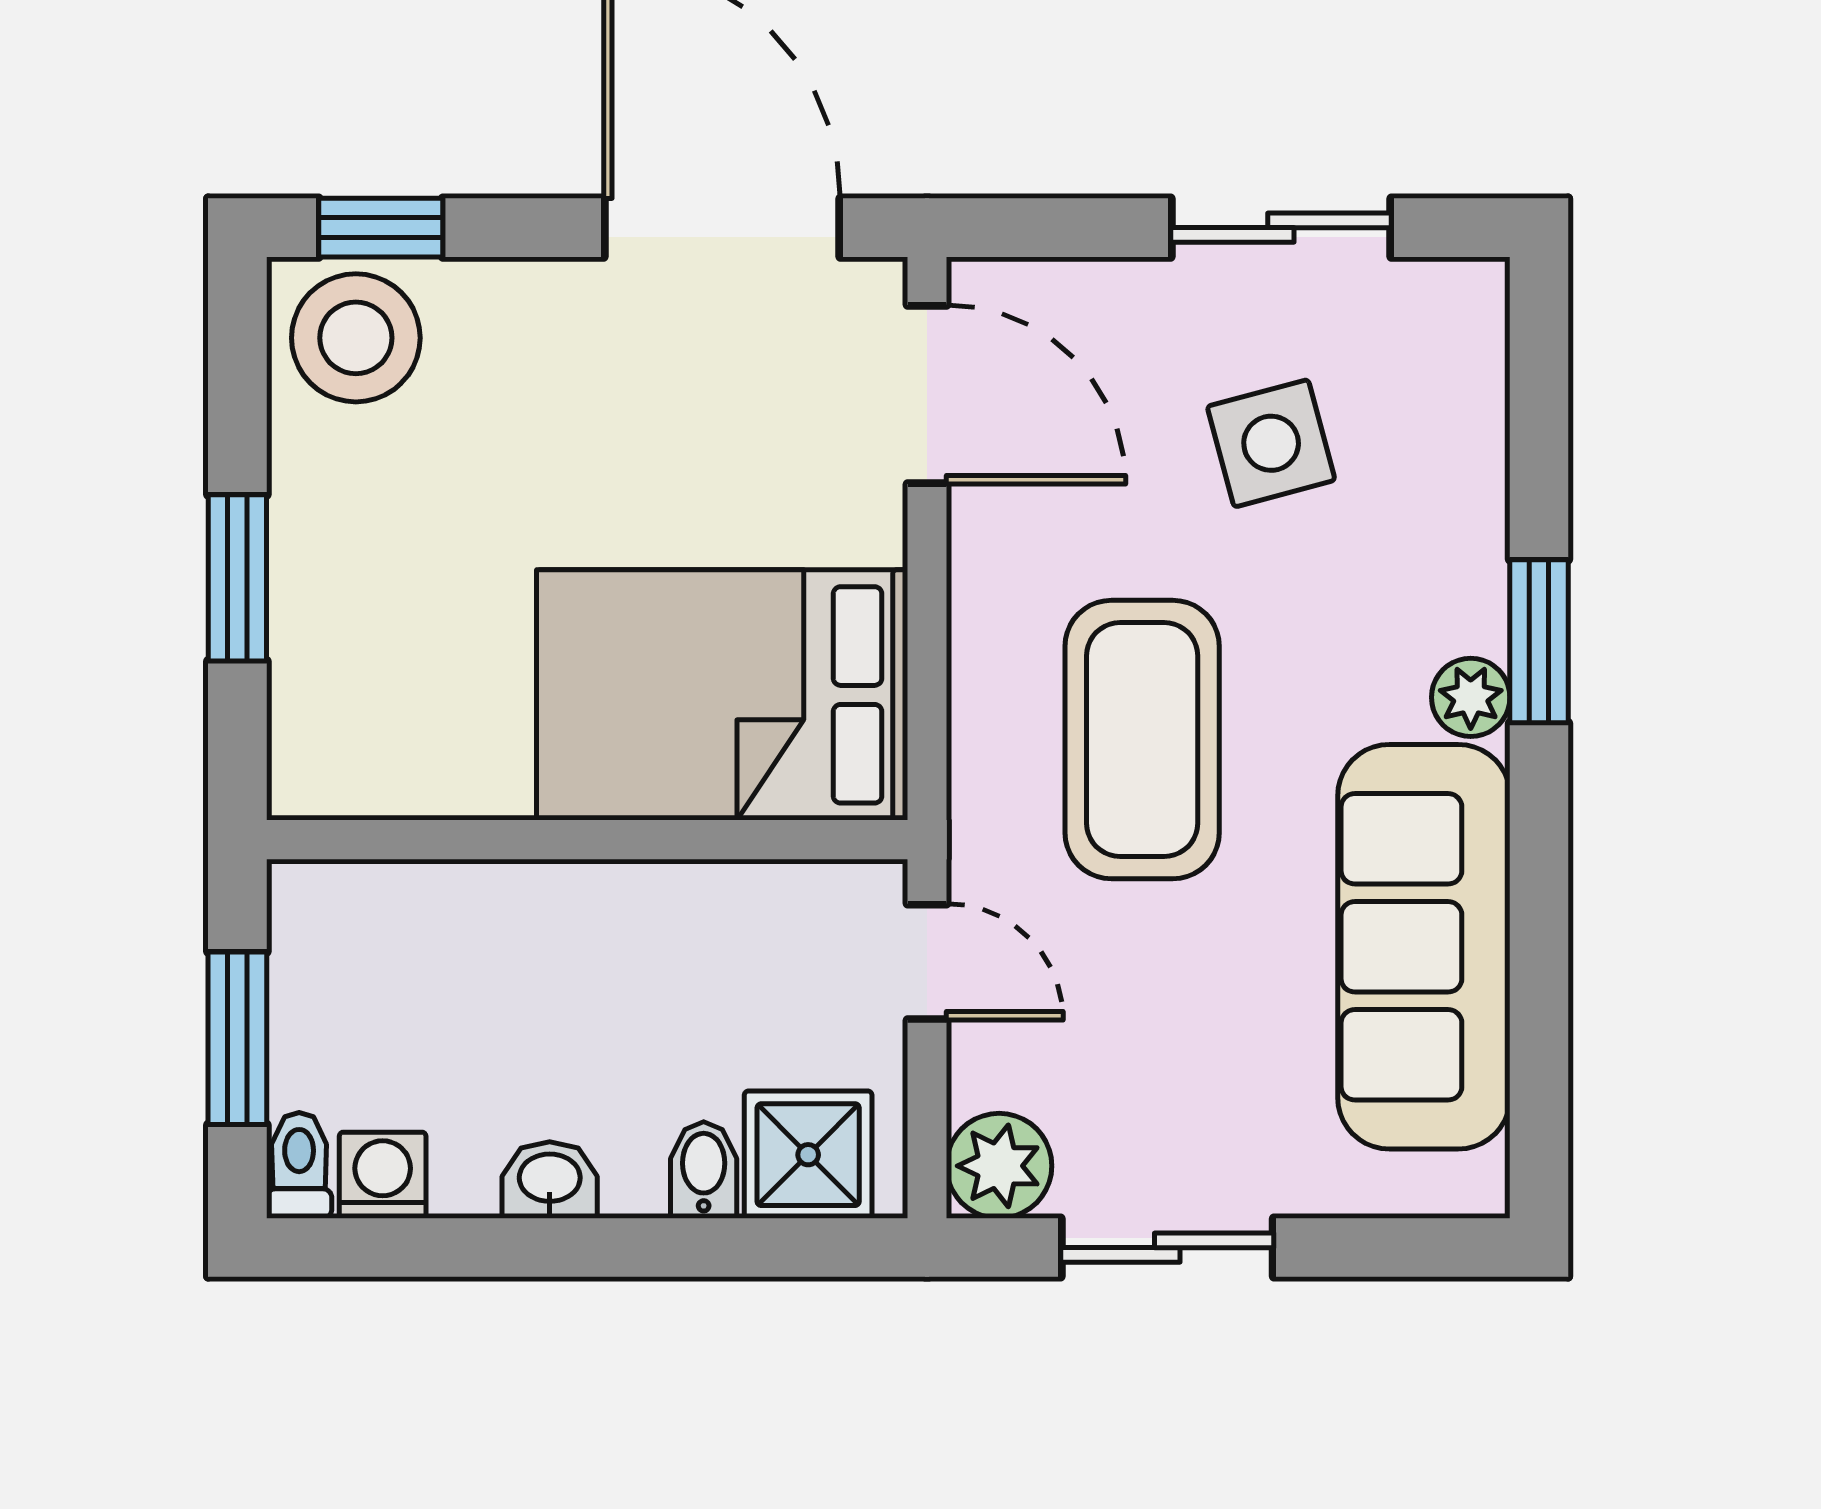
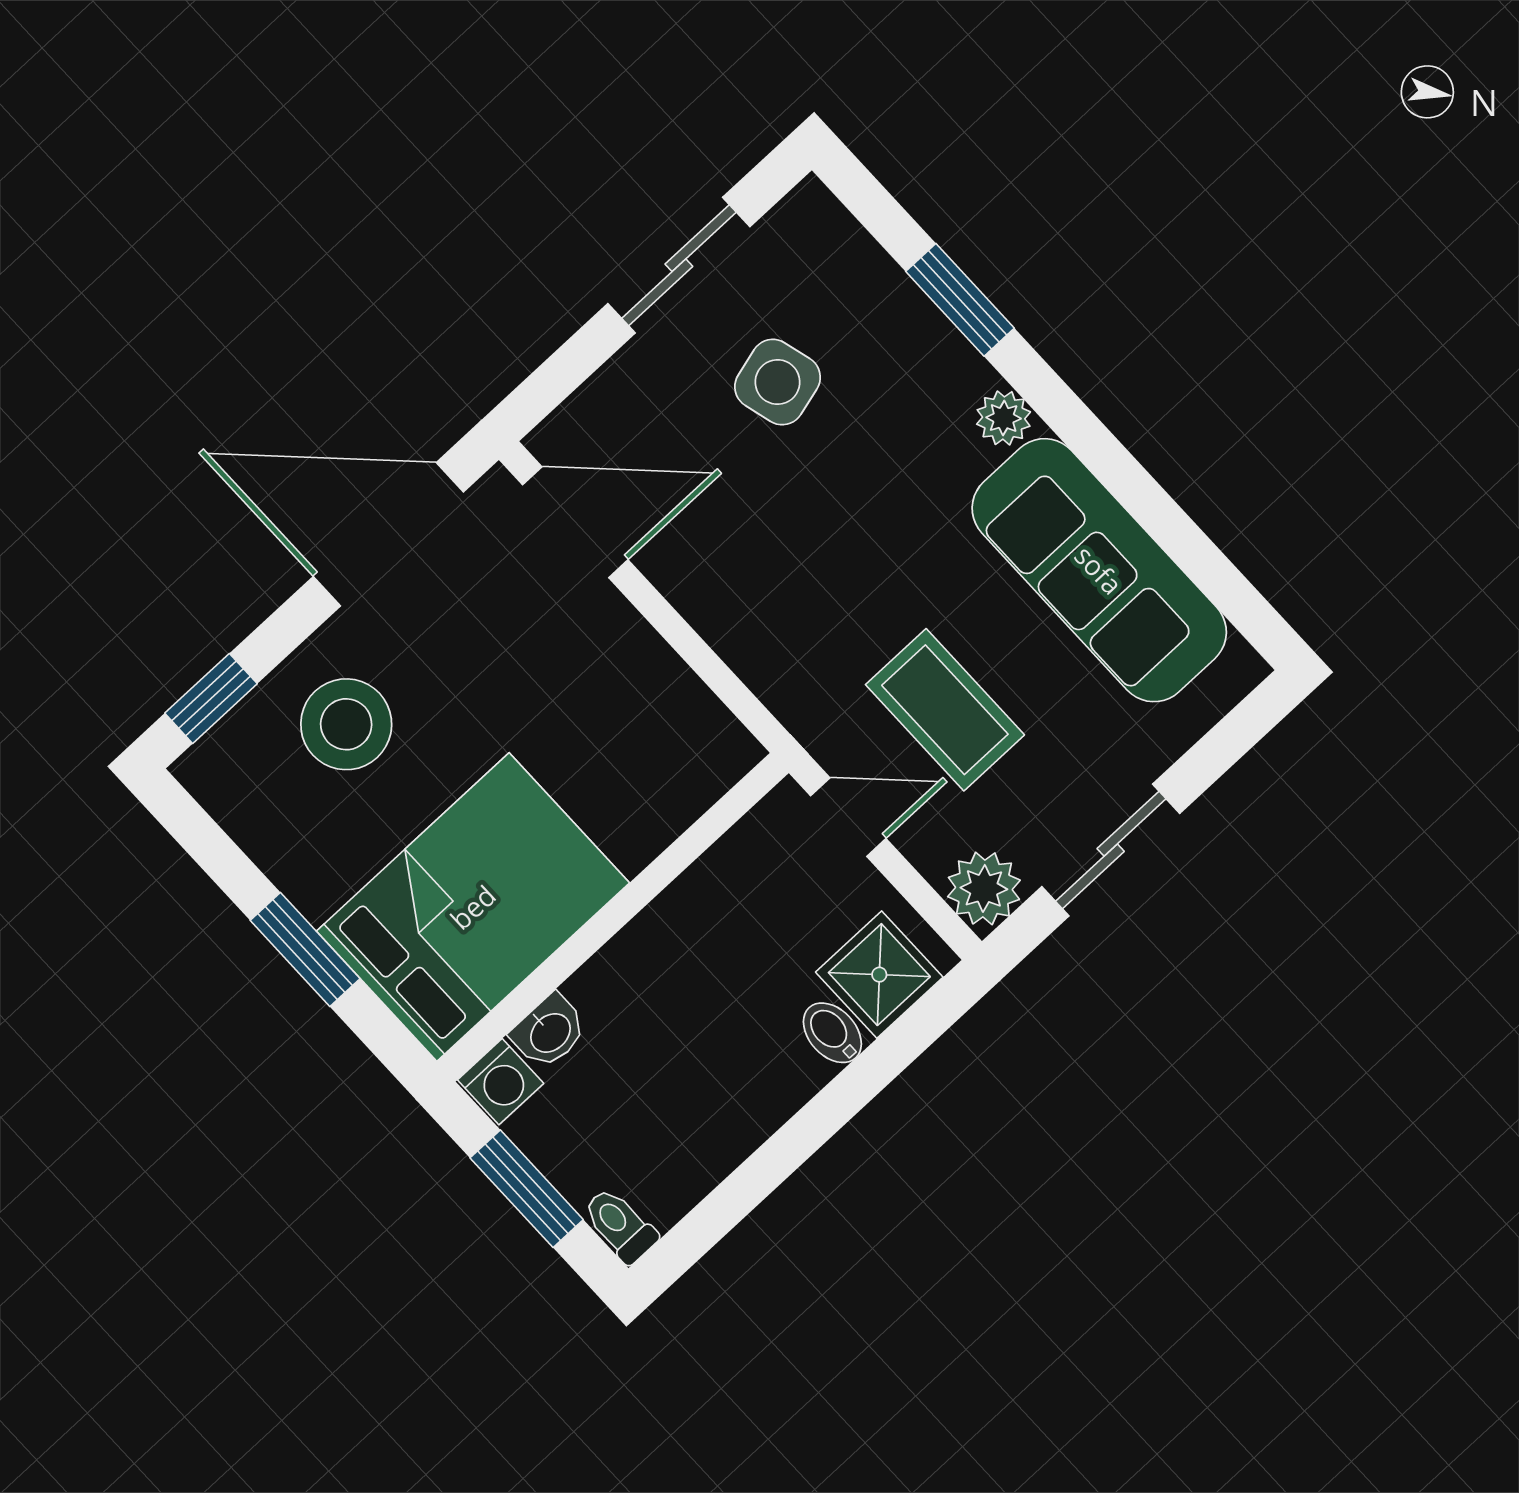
stool: (356, 338) -> (346, 724), moved
window: (1539, 641) -> (960, 300), moved
bed: (722, 695) -> (473, 907), moved, turned 180
coffee table: (1142, 740) -> (945, 710), moved, width x0.73, depth x0.76
washing machine: (383, 1175) -> (501, 1082), moved, turned 180
washbasin: (550, 1180) -> (549, 1032), moved, turned 180

